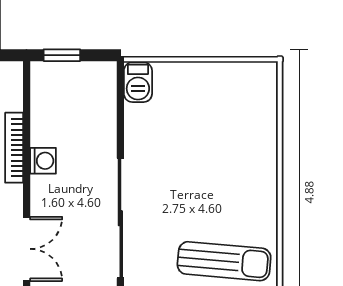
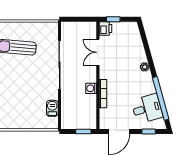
barbecue: (138, 82) -> (52, 108), moved

